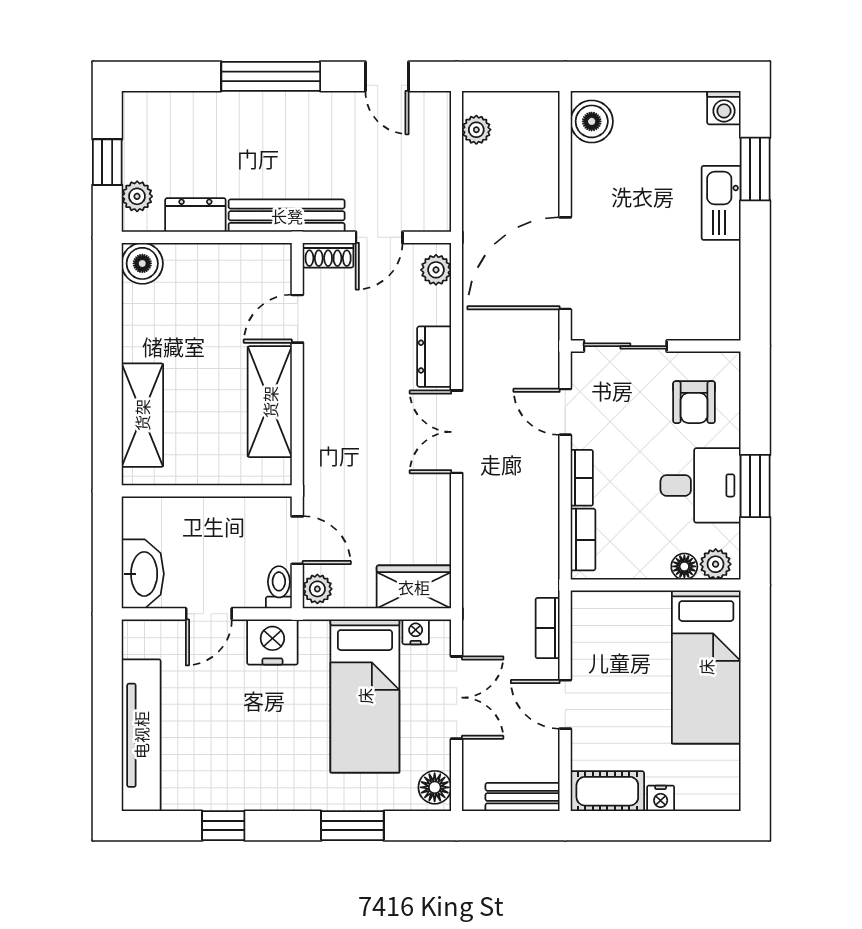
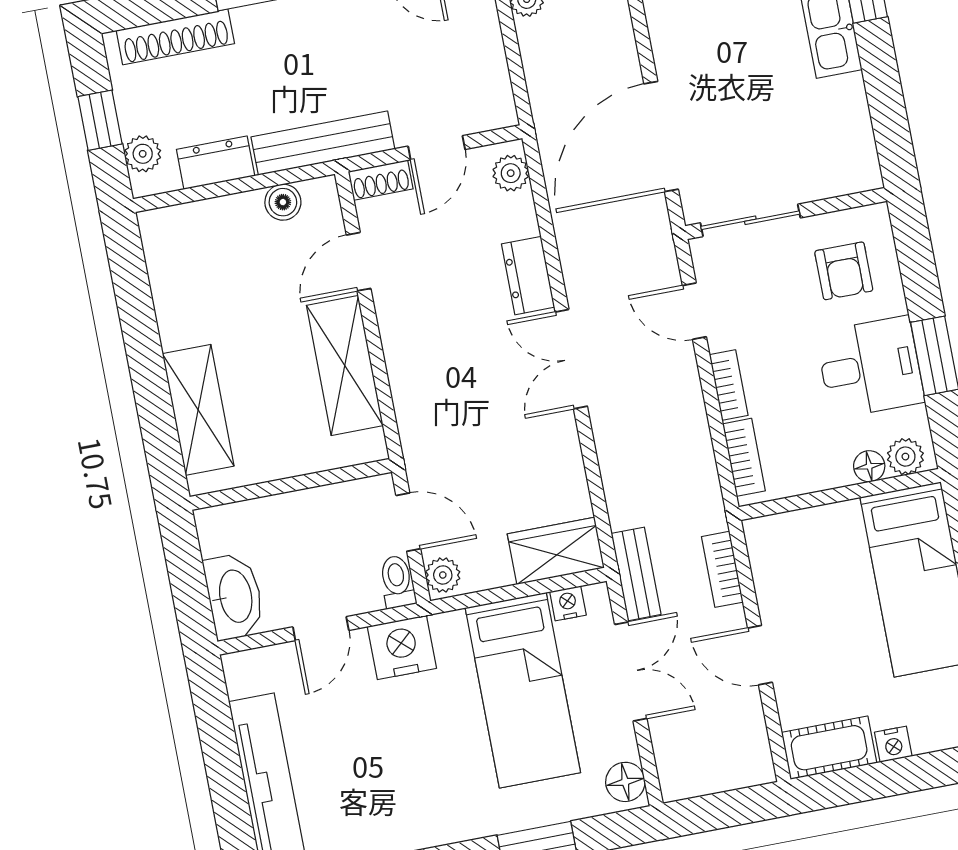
shoe rack: (182, 106) -> (175, 37), added
boiler: (142, 263) -> (283, 202), moved, width x0.73, depth x0.73
bench: (523, 797) -> (636, 574), moved, turned 90

